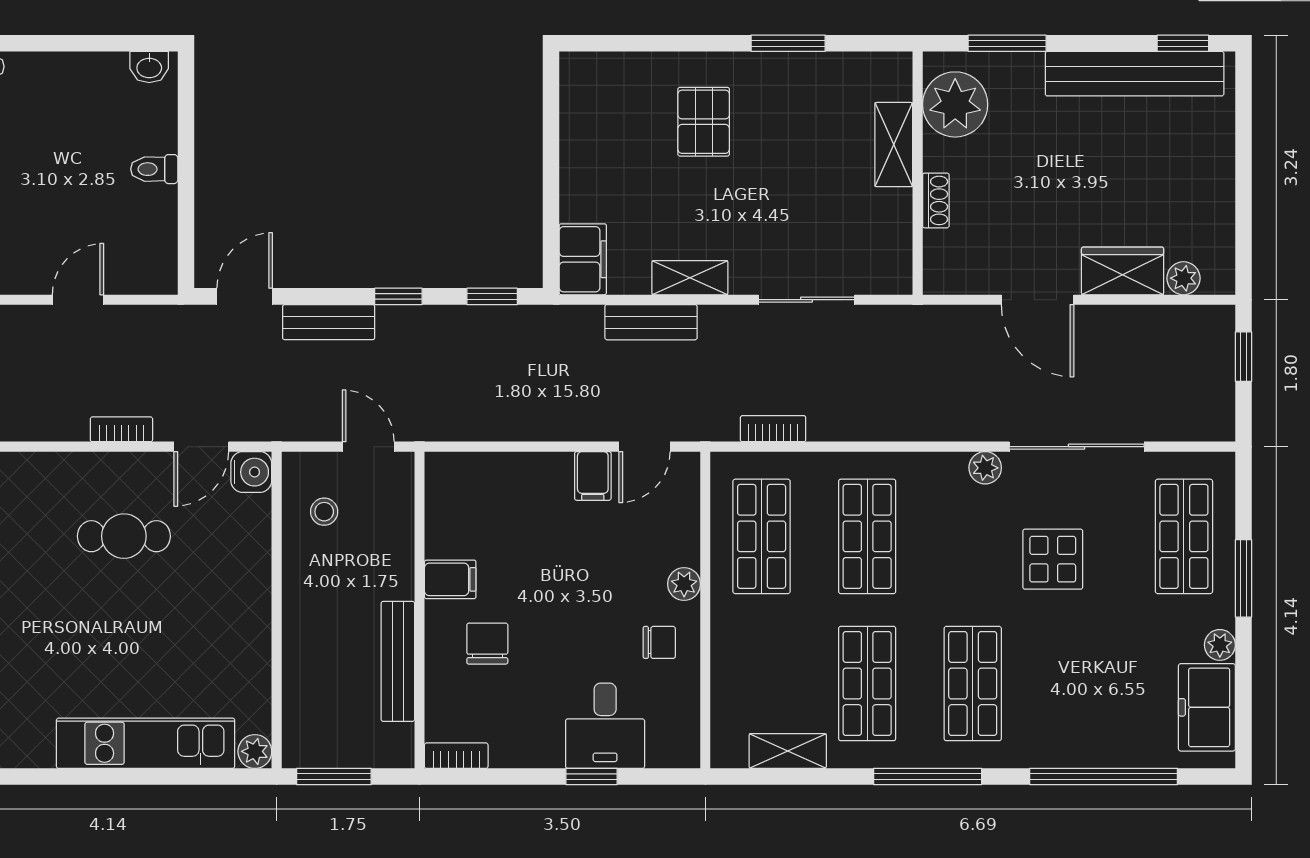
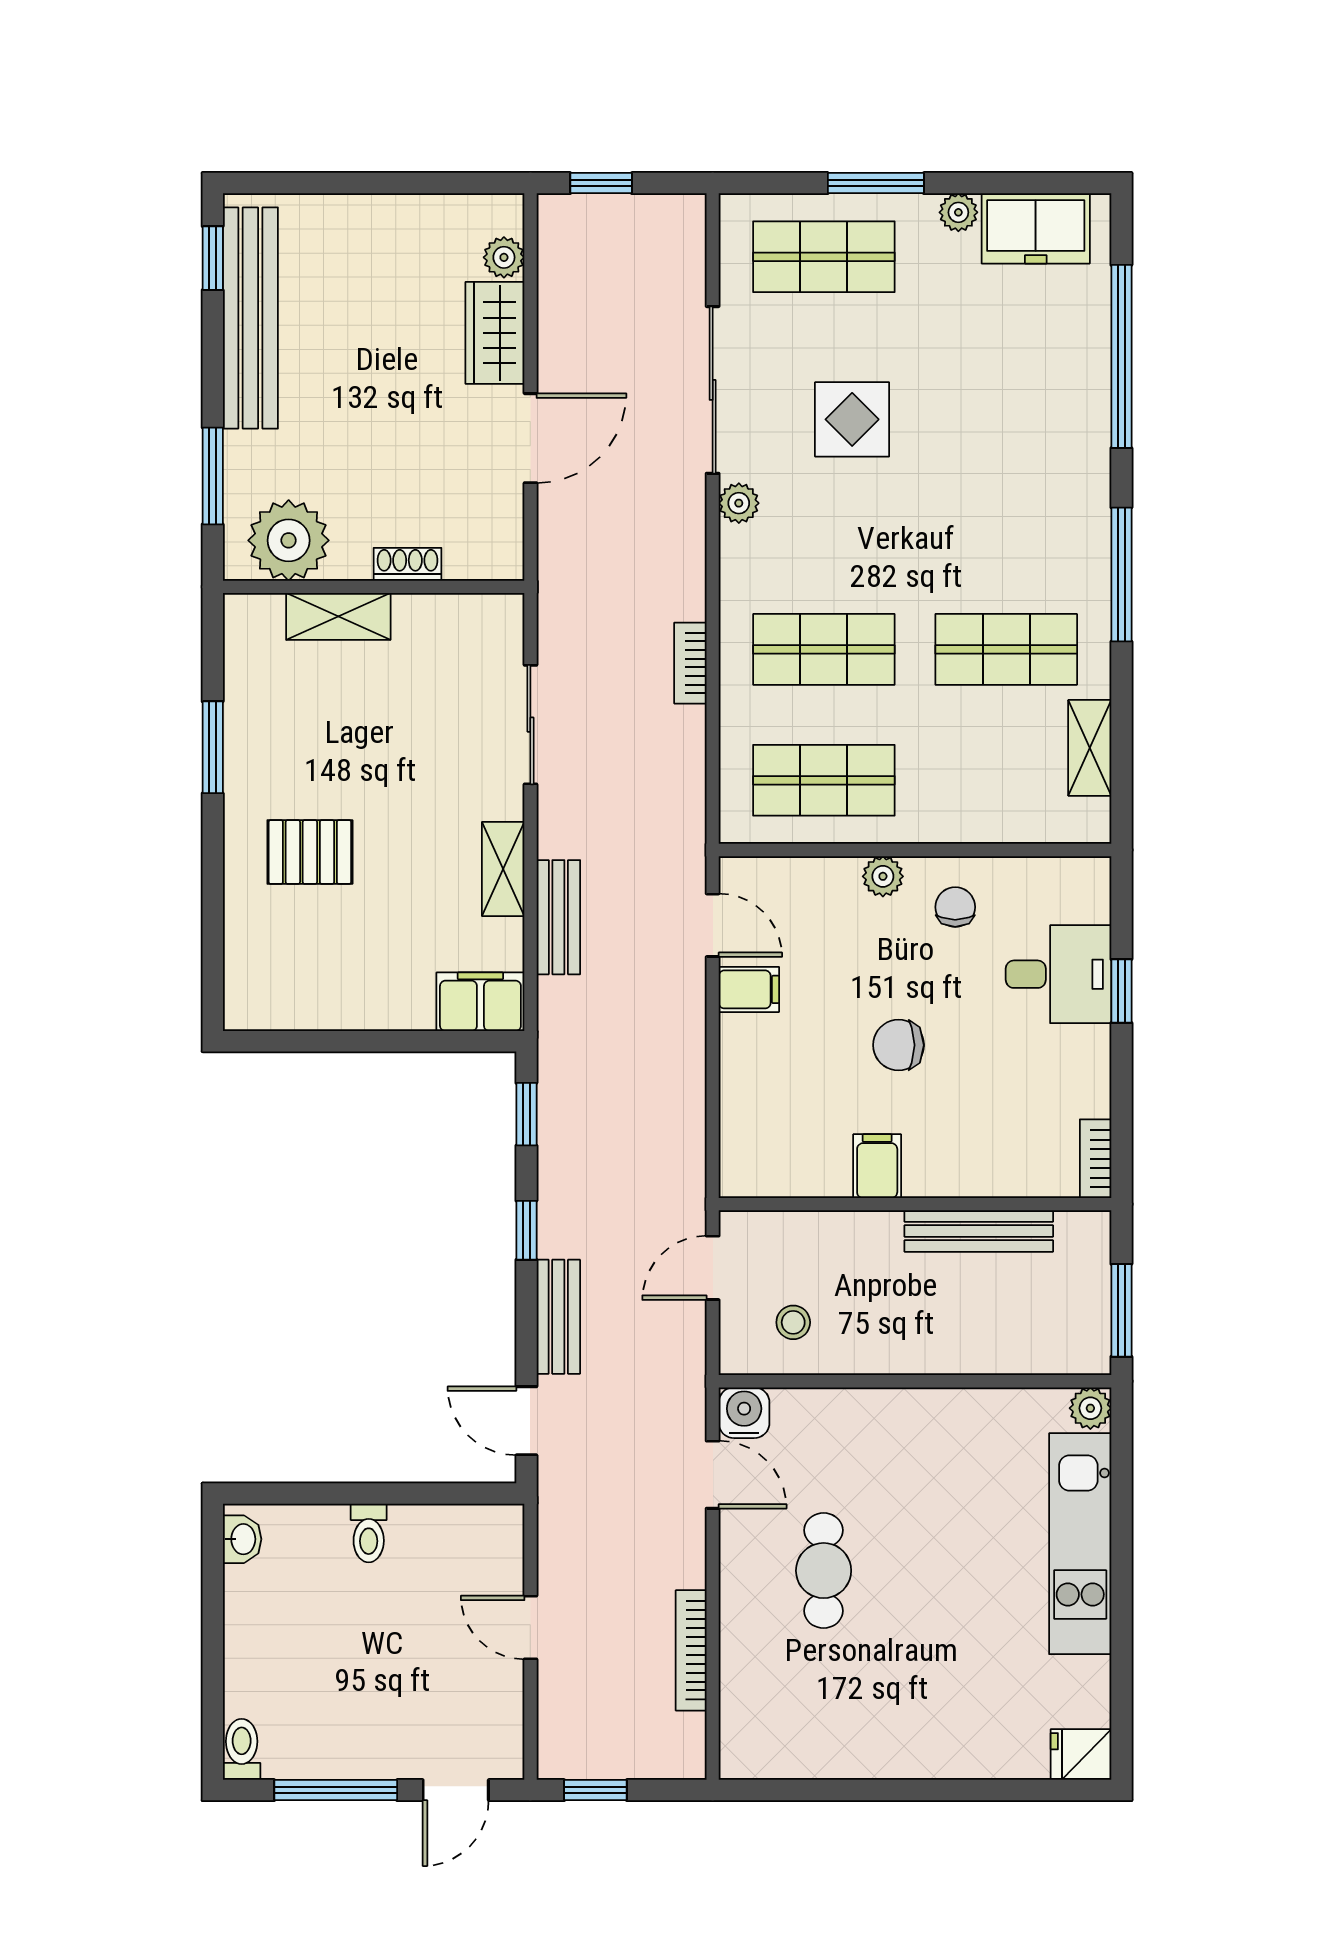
bookcase: (121, 429) -> (691, 1650), moved, width x1.56
bookcase: (773, 429) -> (690, 663), moved
chair: (487, 644) -> (898, 1045), moved
shop shelf: (973, 684) -> (1006, 519), removed

